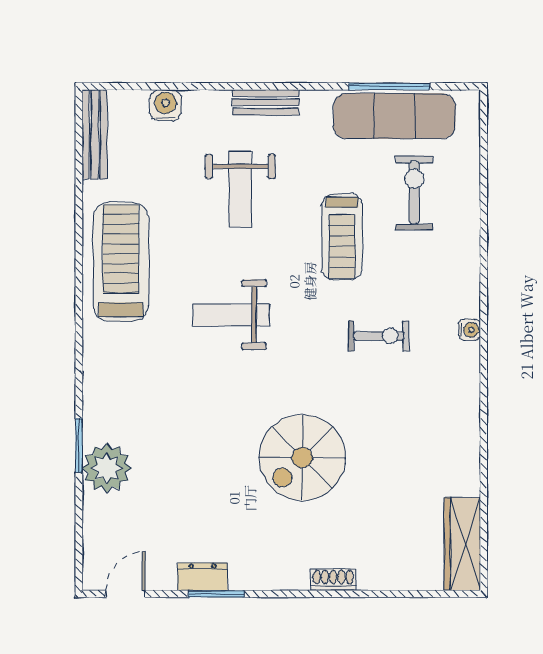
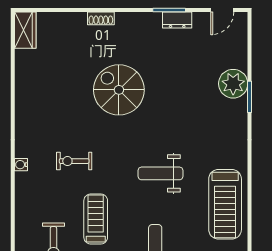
weight bench: (231, 315) -> (161, 173), turned 180
spiral stairs: (302, 458) -> (119, 90), turned -90
wardrobe: (462, 544) -> (25, 30), width x0.67

